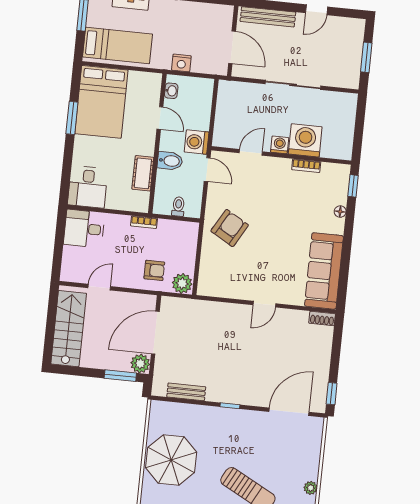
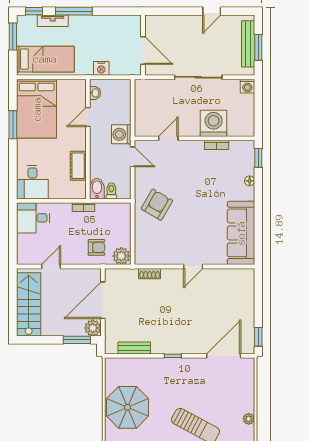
bench: (268, 17) -> (248, 44), moved, turned 90
door: (160, 118) -> (88, 117), swing flipped
washing machine: (280, 145) -> (247, 86), moved, turned 180
bidet: (170, 161) -> (97, 189), moved, turned -90
shoe rack: (322, 319) -> (150, 274), moved

